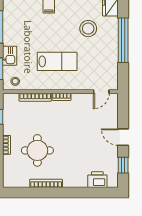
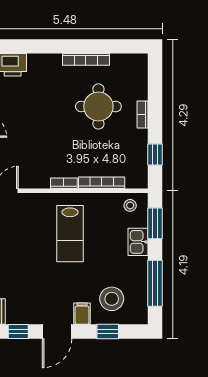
stool: (88, 29) -> (112, 299), moved
lab bench: (57, 61) -> (70, 234), turned -90

